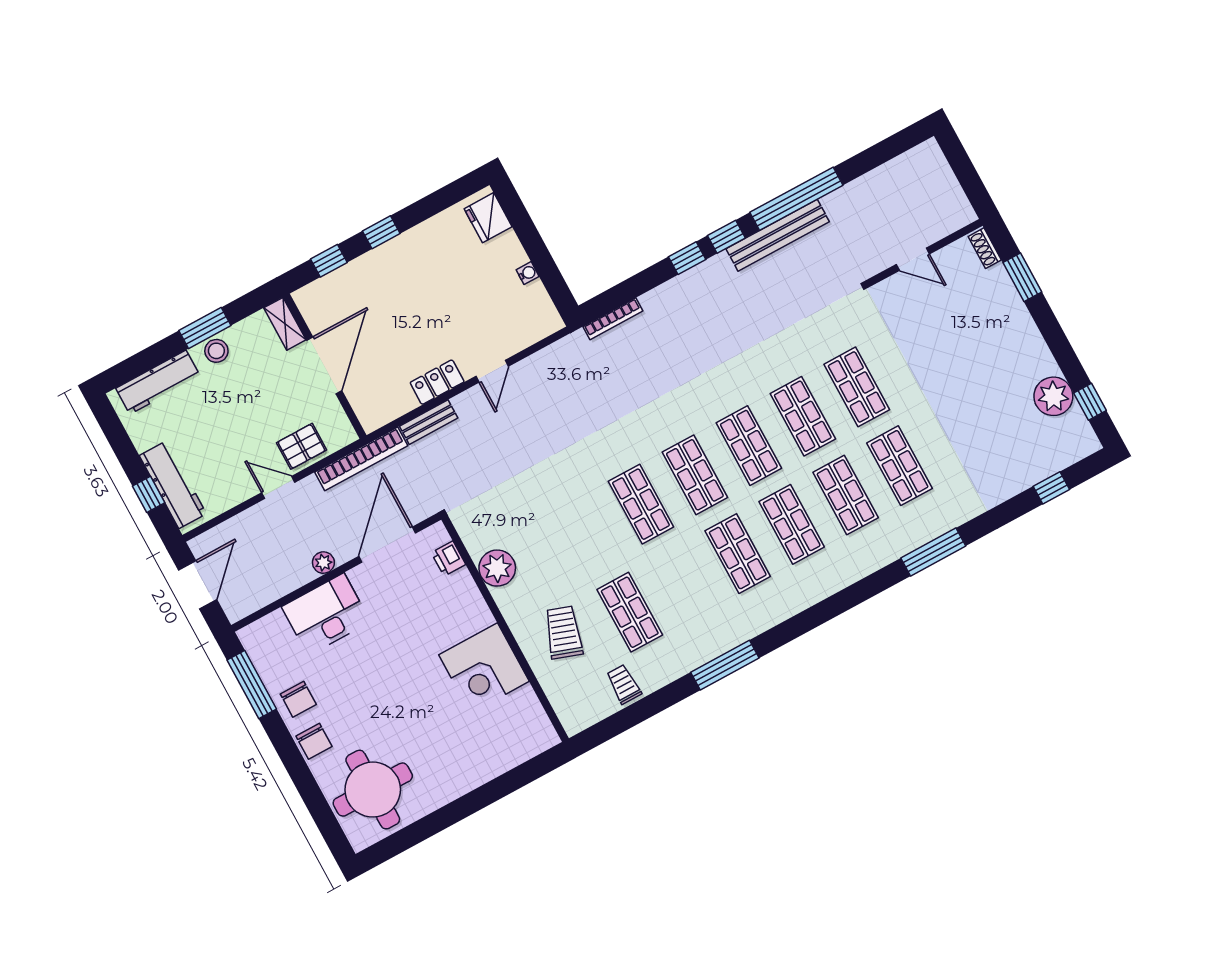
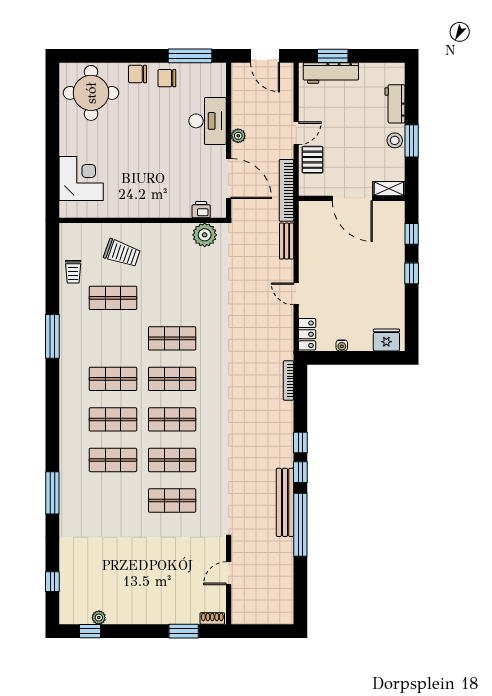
workbench: (158, 382) -> (395, 104), width x0.73
locker: (437, 382) -> (307, 334), moved
plant: (1053, 396) -> (99, 618), width x0.53, depth x0.53
shop shelf: (900, 466) -> (113, 500), removed
window: (149, 494) -> (333, 56), width x1.50
plant: (497, 568) -> (205, 235), moved
corner desk: (484, 668) -> (81, 178), moved, turned 90
trolley: (624, 684) -> (73, 272), turned 90

